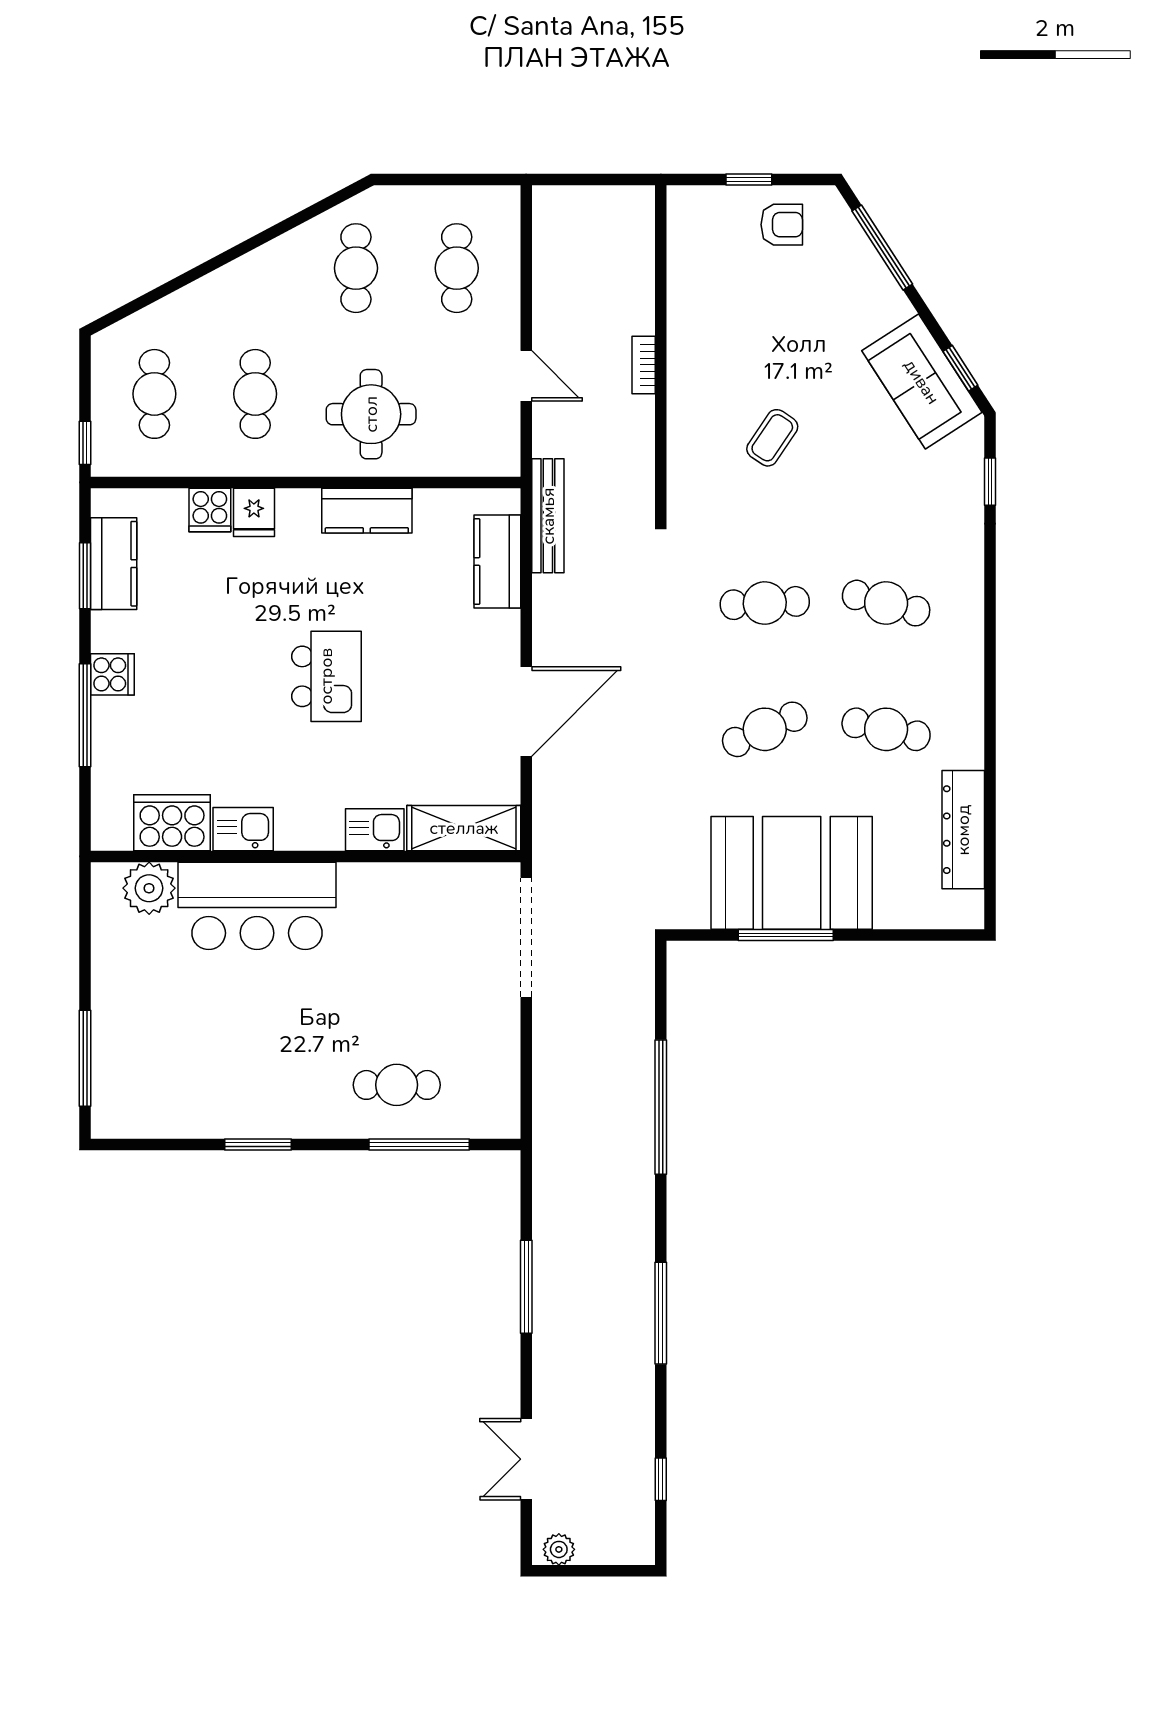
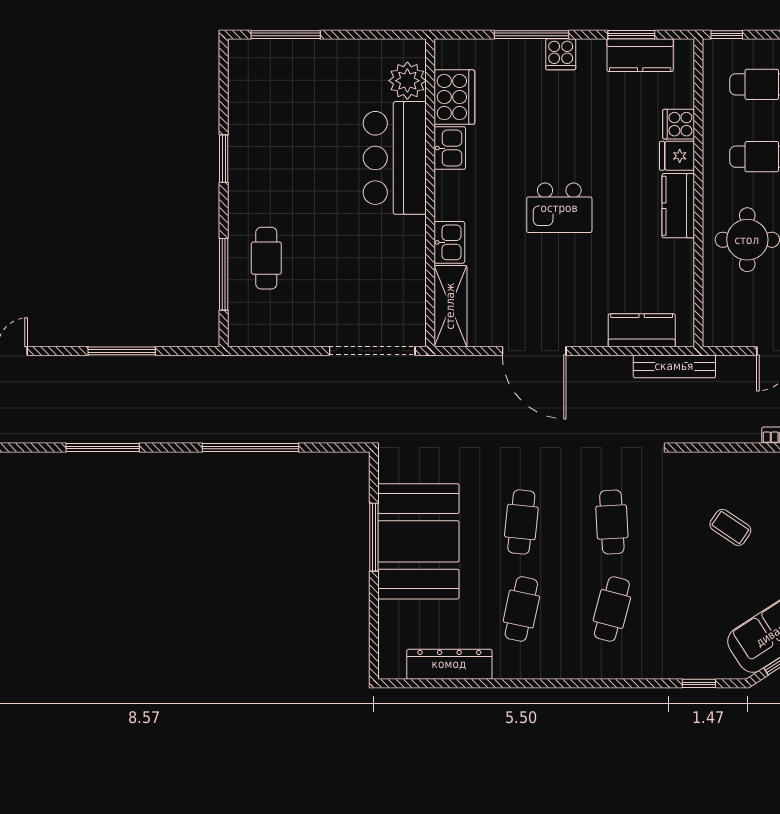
kitchen counter: (367, 511) -> (678, 206), moved
cafe table: (765, 729) -> (521, 522), turned 30

